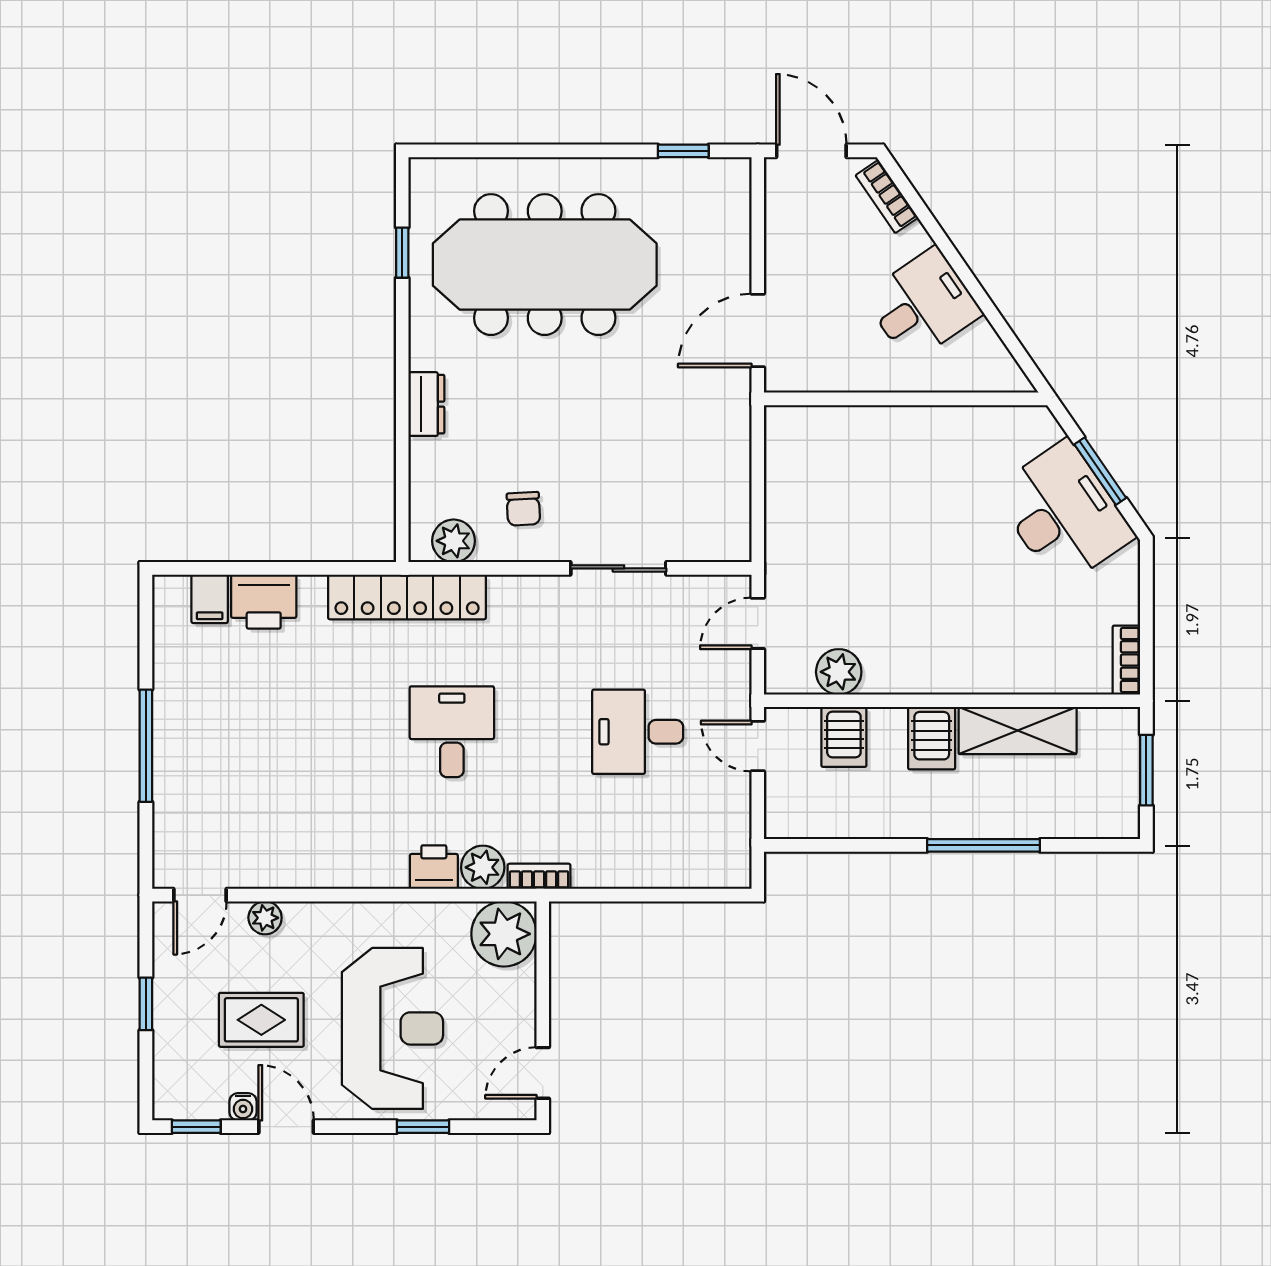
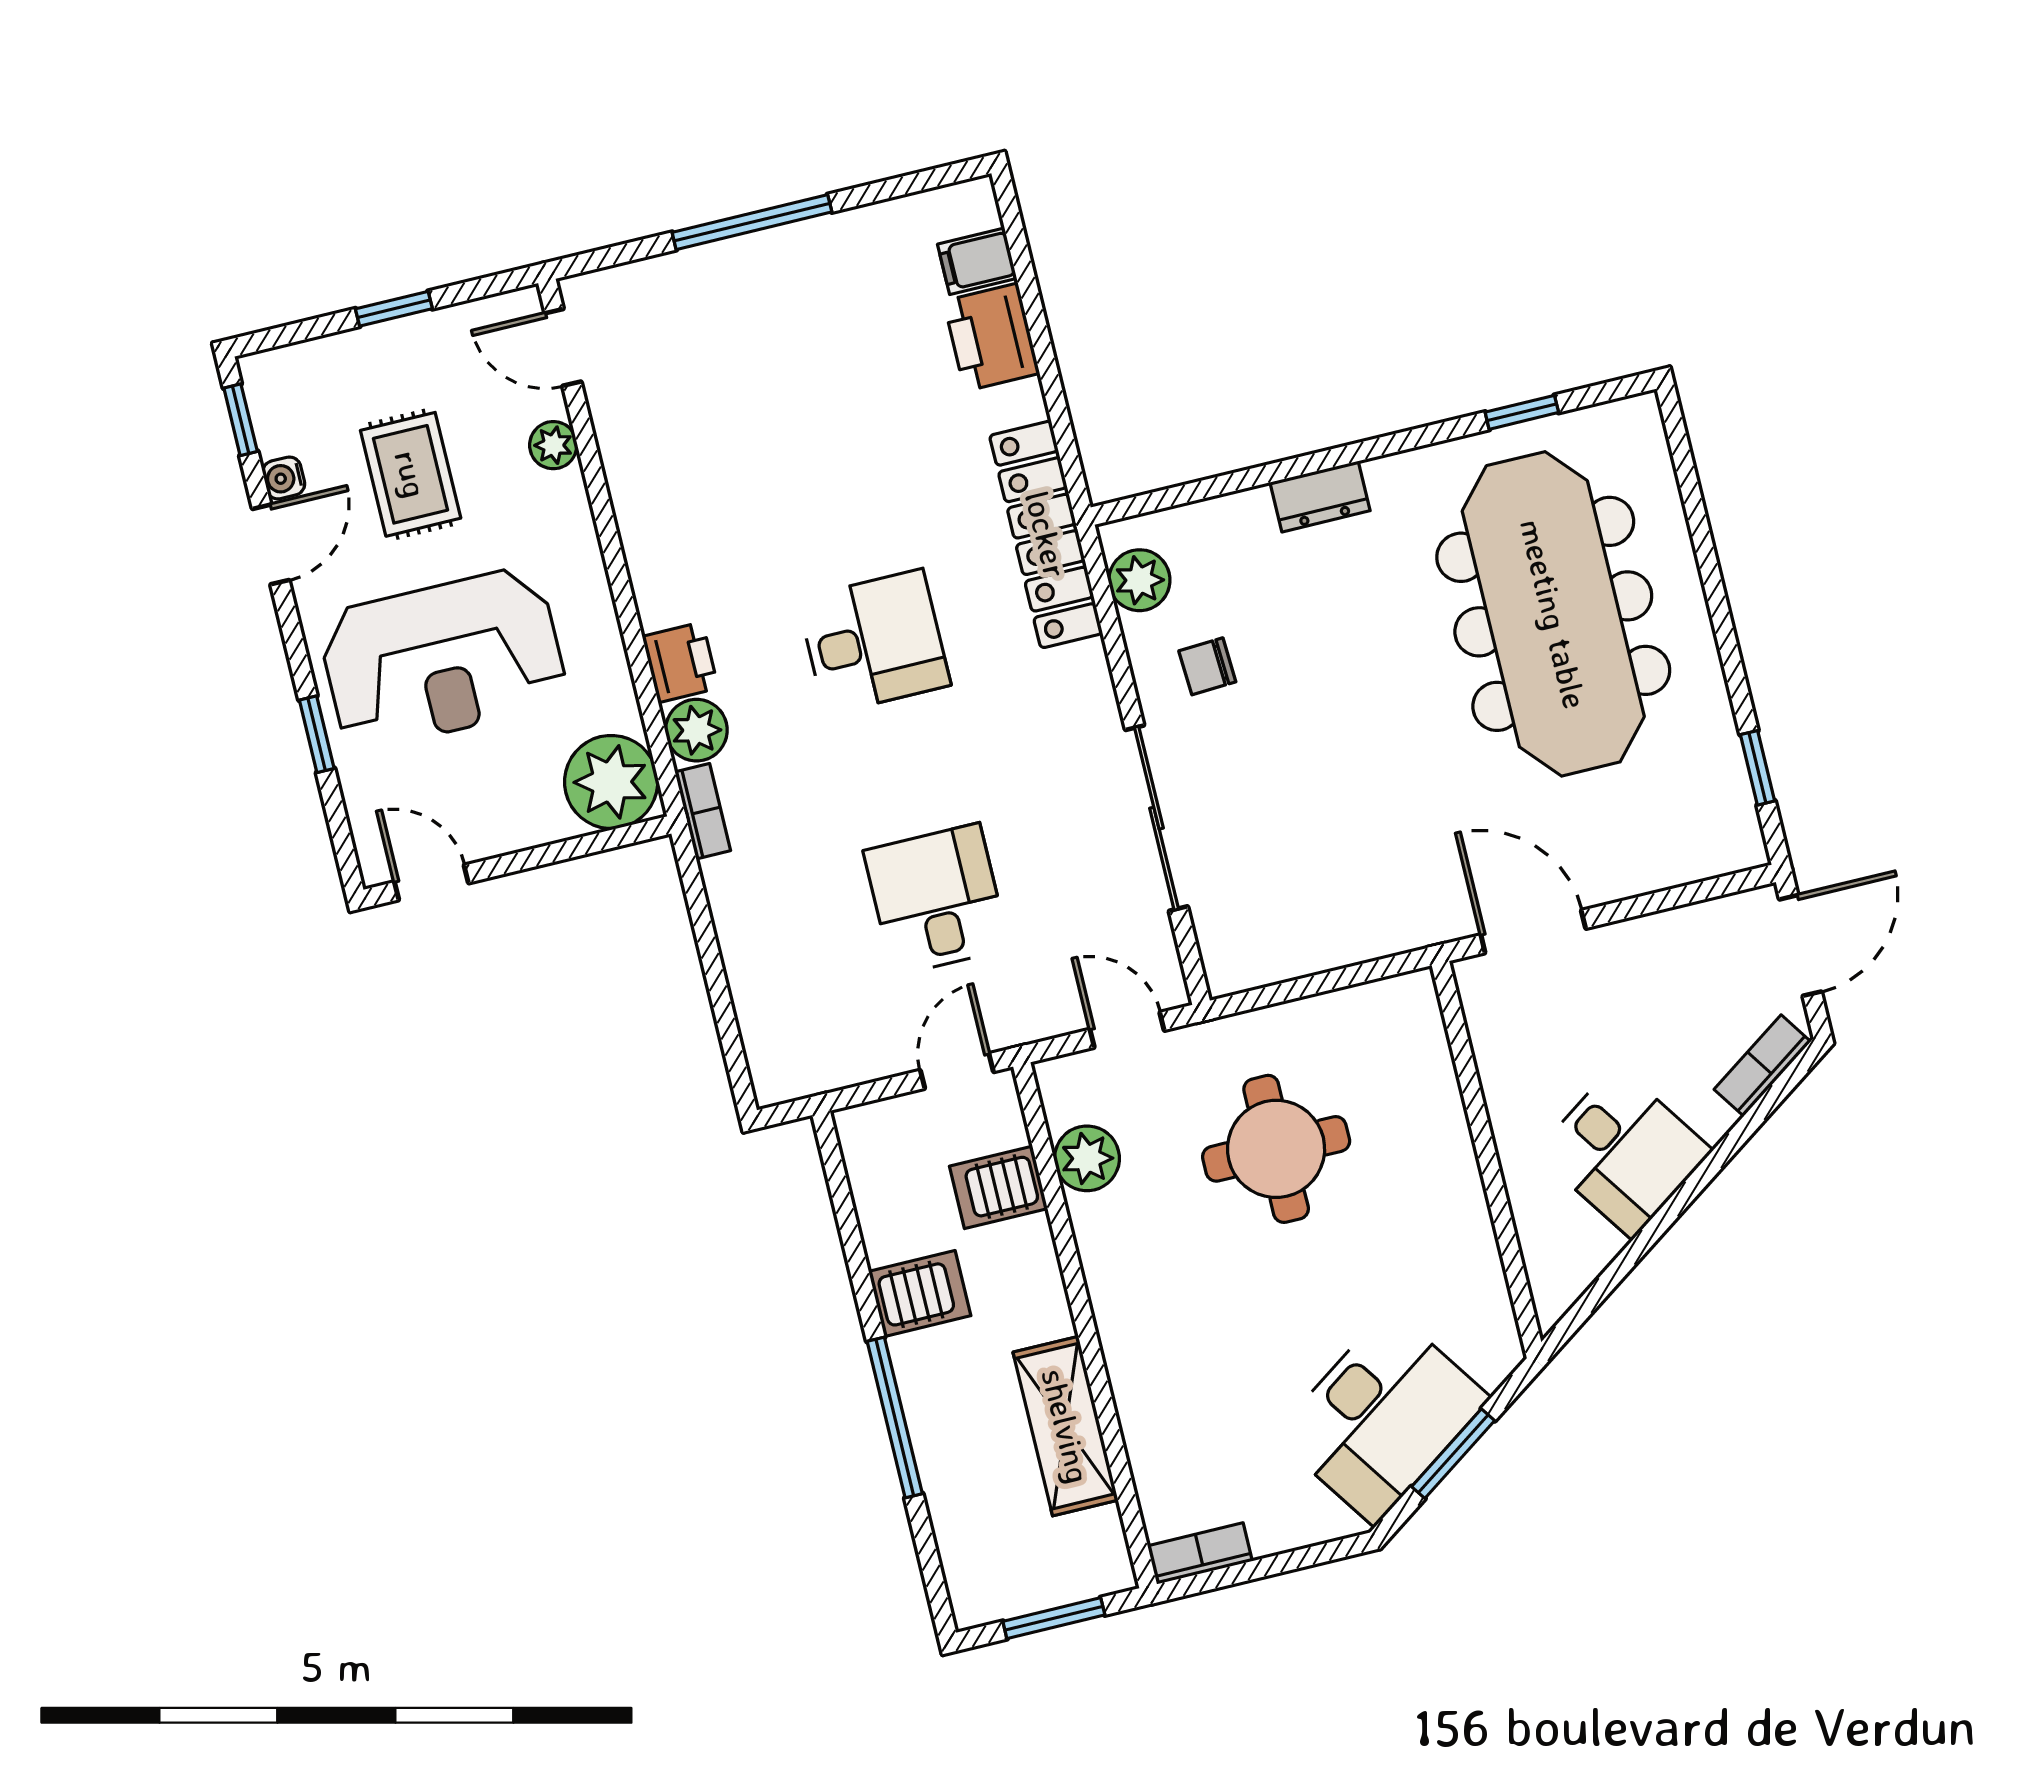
round table: (863, 541) -> (1276, 1149), added
sliding door: (618, 568) -> (1156, 818), width x1.37
server rack: (932, 738) -> (920, 1294), moved, turned 180

